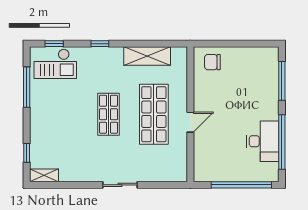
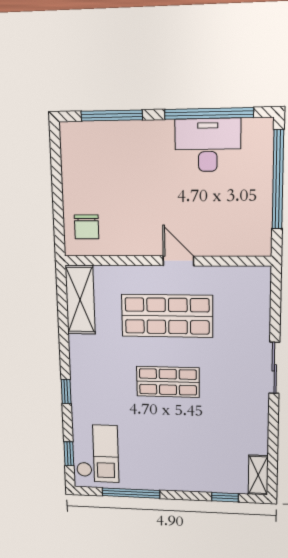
shelving: (147, 56) -> (80, 300), moved

